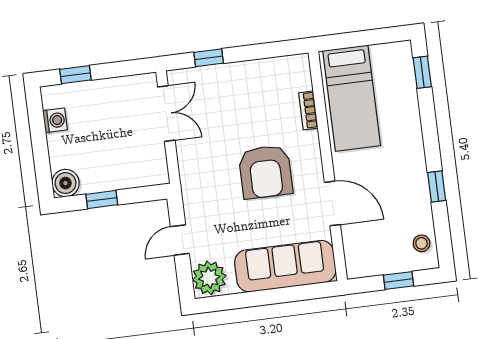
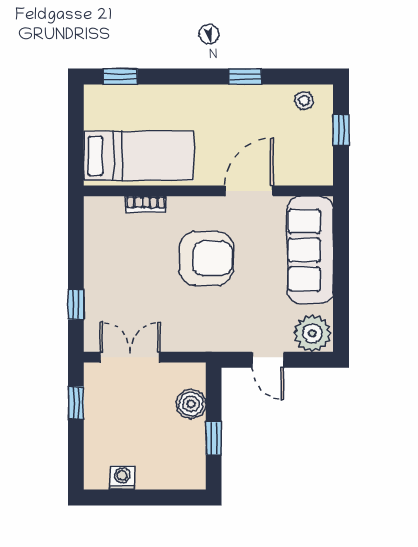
window: (75, 75) -> (76, 403), moved
boiler: (66, 183) -> (191, 404), moved

